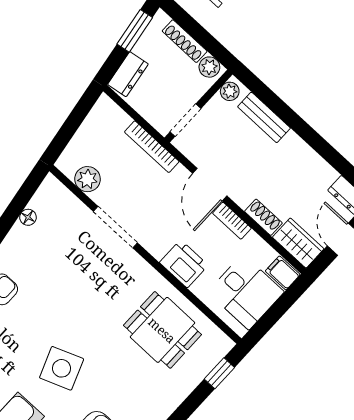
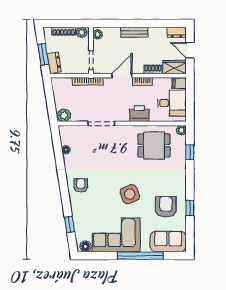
window: (135, 31) -> (43, 54), moved
bench: (264, 117) -> (134, 32), moved
plant: (87, 179) -> (64, 115), moved
door: (210, 185) -> (122, 76), swing flipped
plant: (223, 344) -> (181, 130), added
window: (219, 373) -> (190, 152), moved

